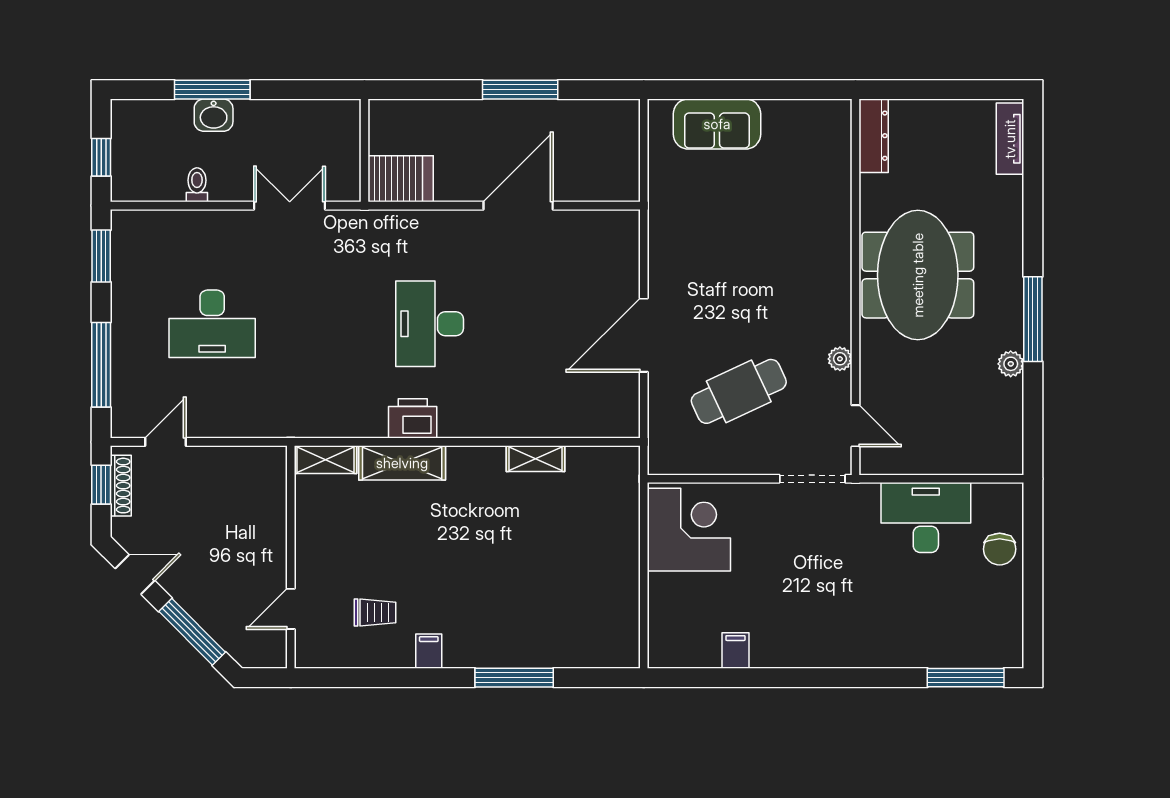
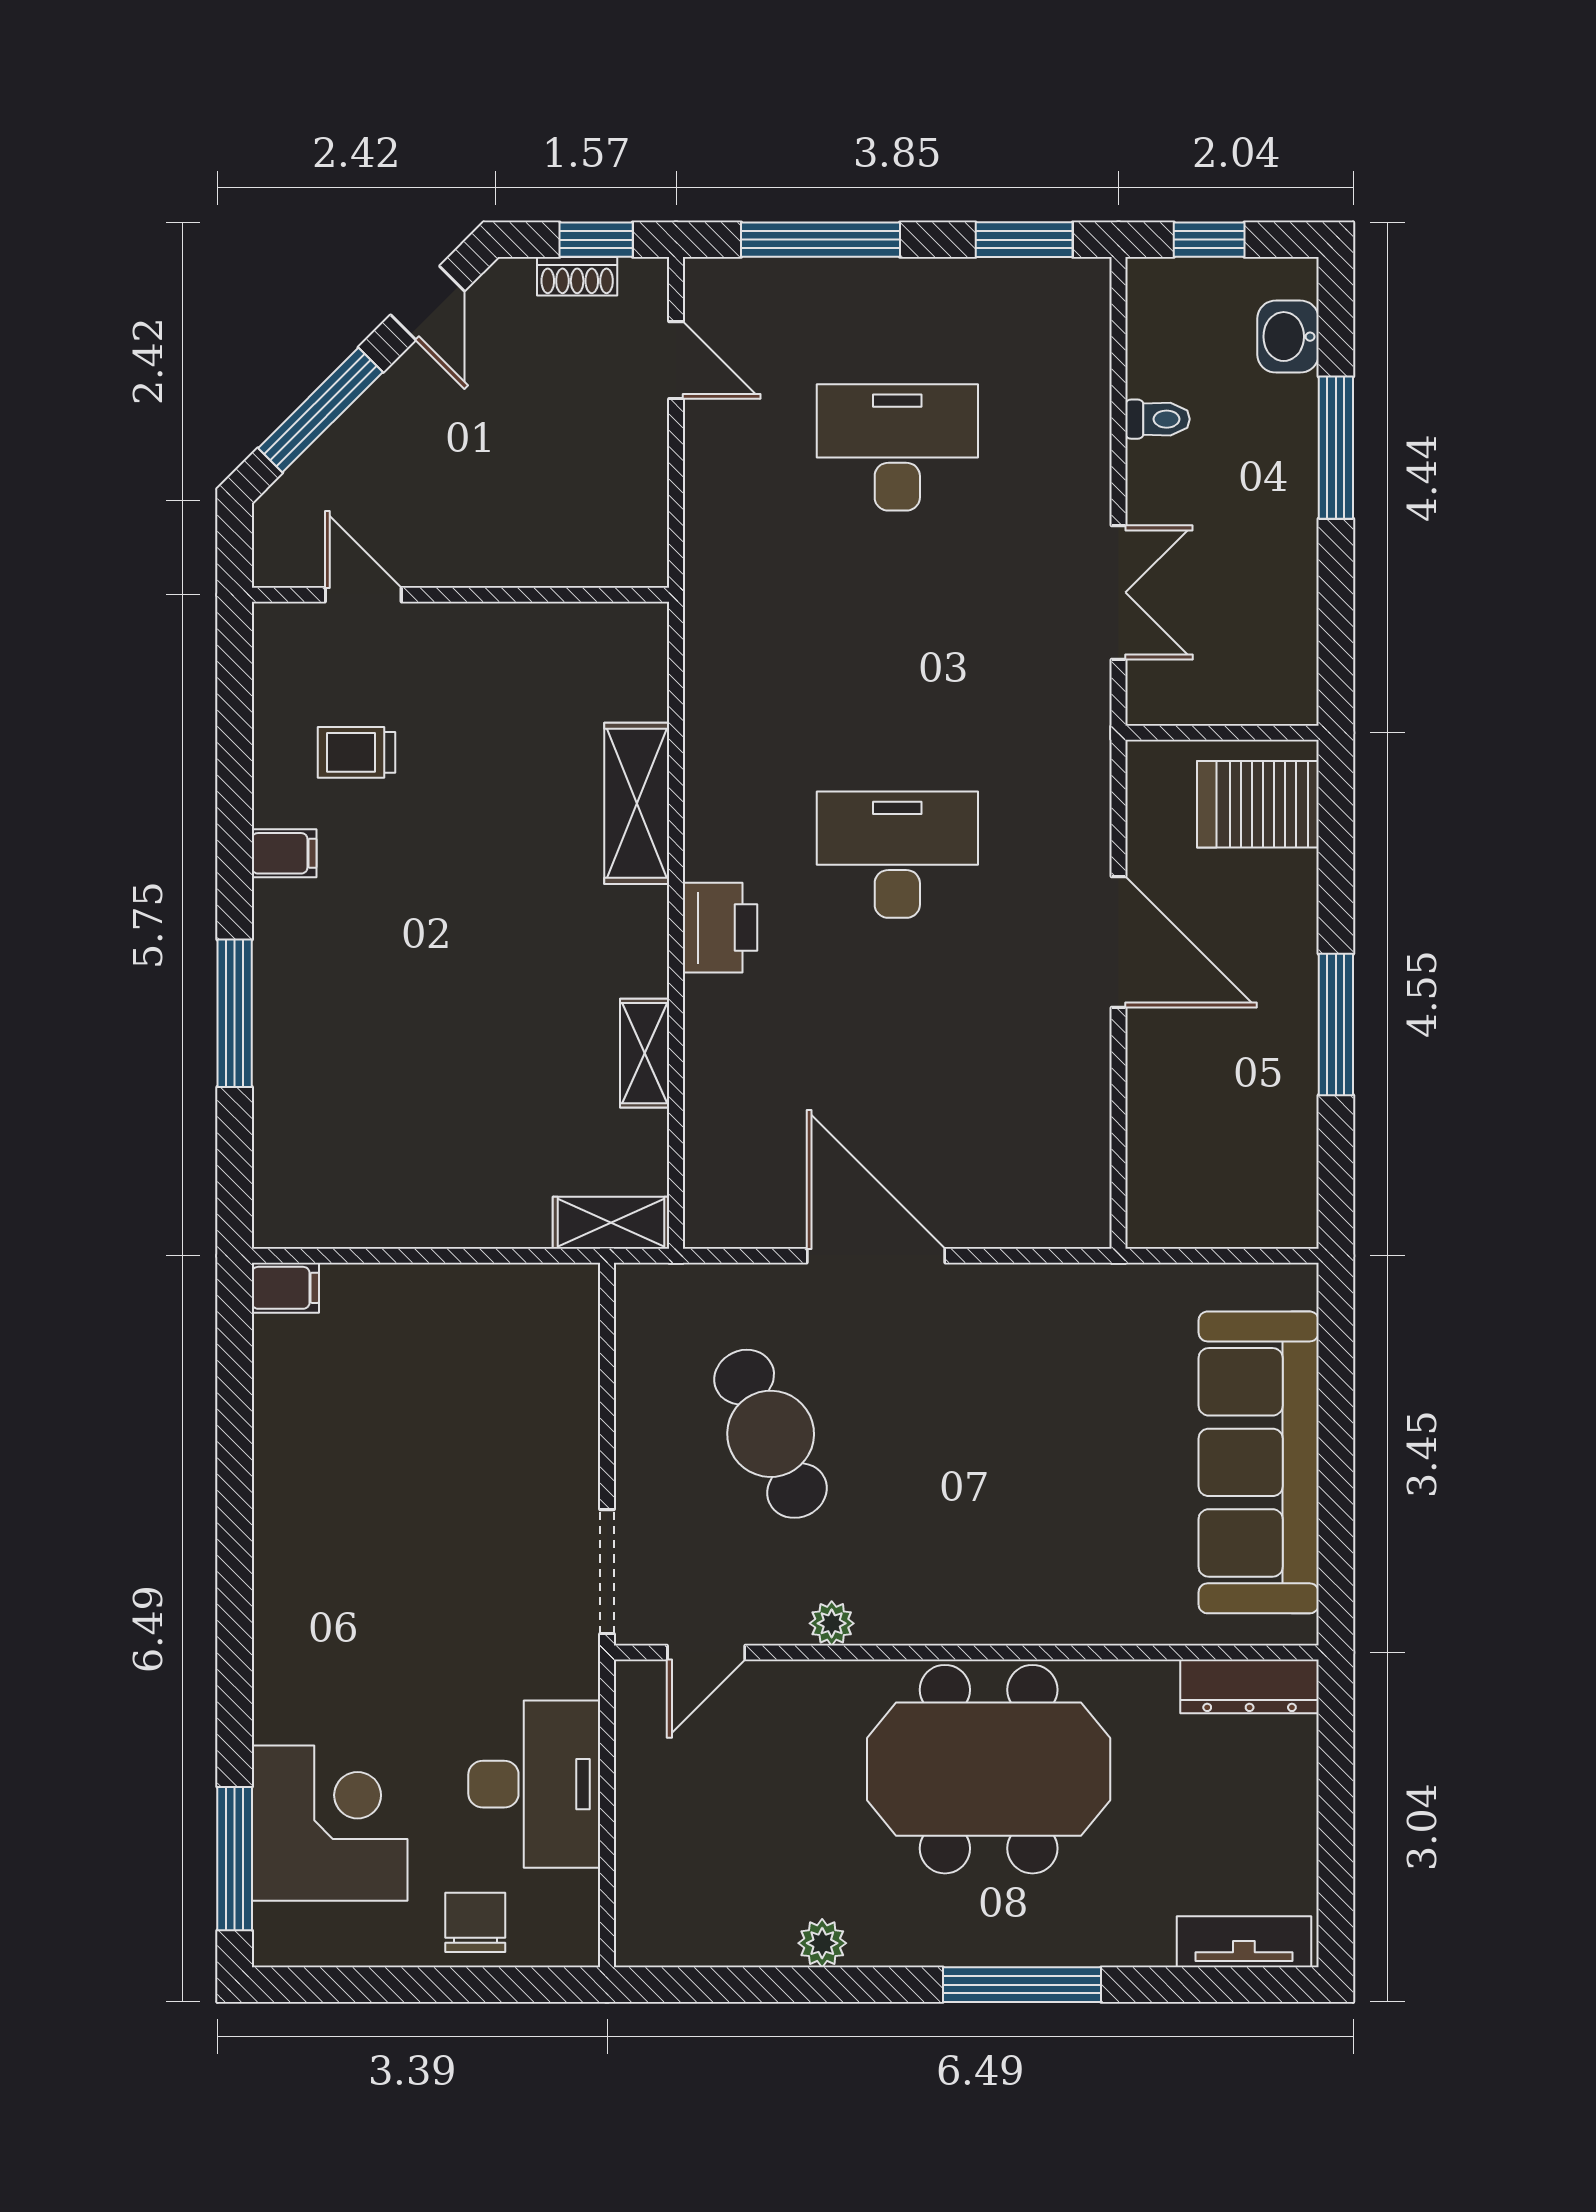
washbasin: (214, 115) -> (1288, 337), moved
sofa: (717, 124) -> (1259, 1462), width x1.85, depth x1.27
server rack: (401, 179) -> (1258, 804), moved, turned 90
door: (518, 206) -> (1119, 942), moved
window: (1033, 319) -> (1022, 1985), moved
desk: (212, 324) -> (897, 447), turned 90
printer: (413, 418) -> (720, 928), moved
shelving: (326, 460) -> (611, 1223), moved, turned 90
shoe rack: (121, 486) -> (577, 276), width x0.70
corner desk: (689, 530) -> (330, 1823), moved, turned -90
chair: (1000, 549) -> (475, 1922), turned 90
trolley: (375, 613) -> (356, 752), turned 90
filing cabinet: (735, 651) -> (285, 1288), moved

